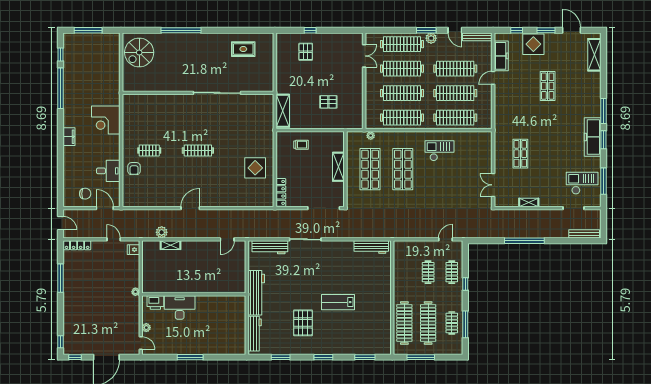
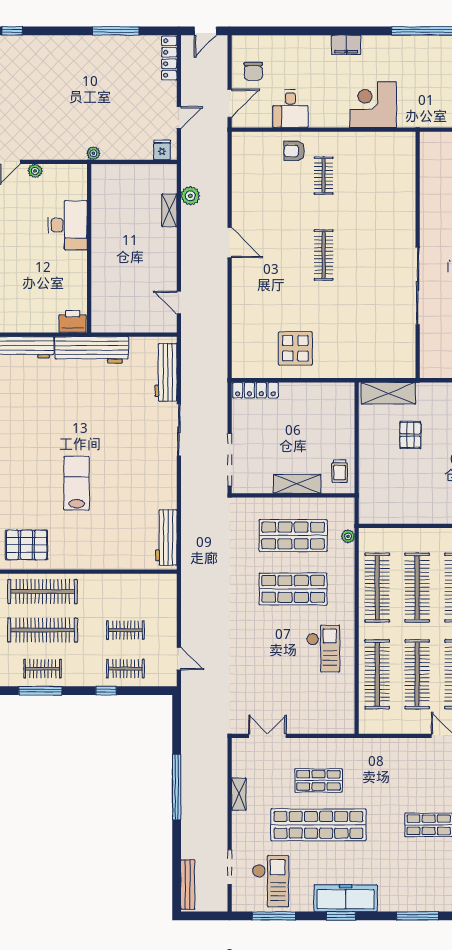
pallet: (328, 102) -> (410, 435), moved
window: (604, 111) -> (418, 916), moved
trolley: (301, 145) -> (340, 471), moved
shop shelf: (548, 154) -> (318, 825), added
printer: (155, 303) -> (73, 321), moved, turned 90
pallet: (303, 323) -> (26, 545), moved

